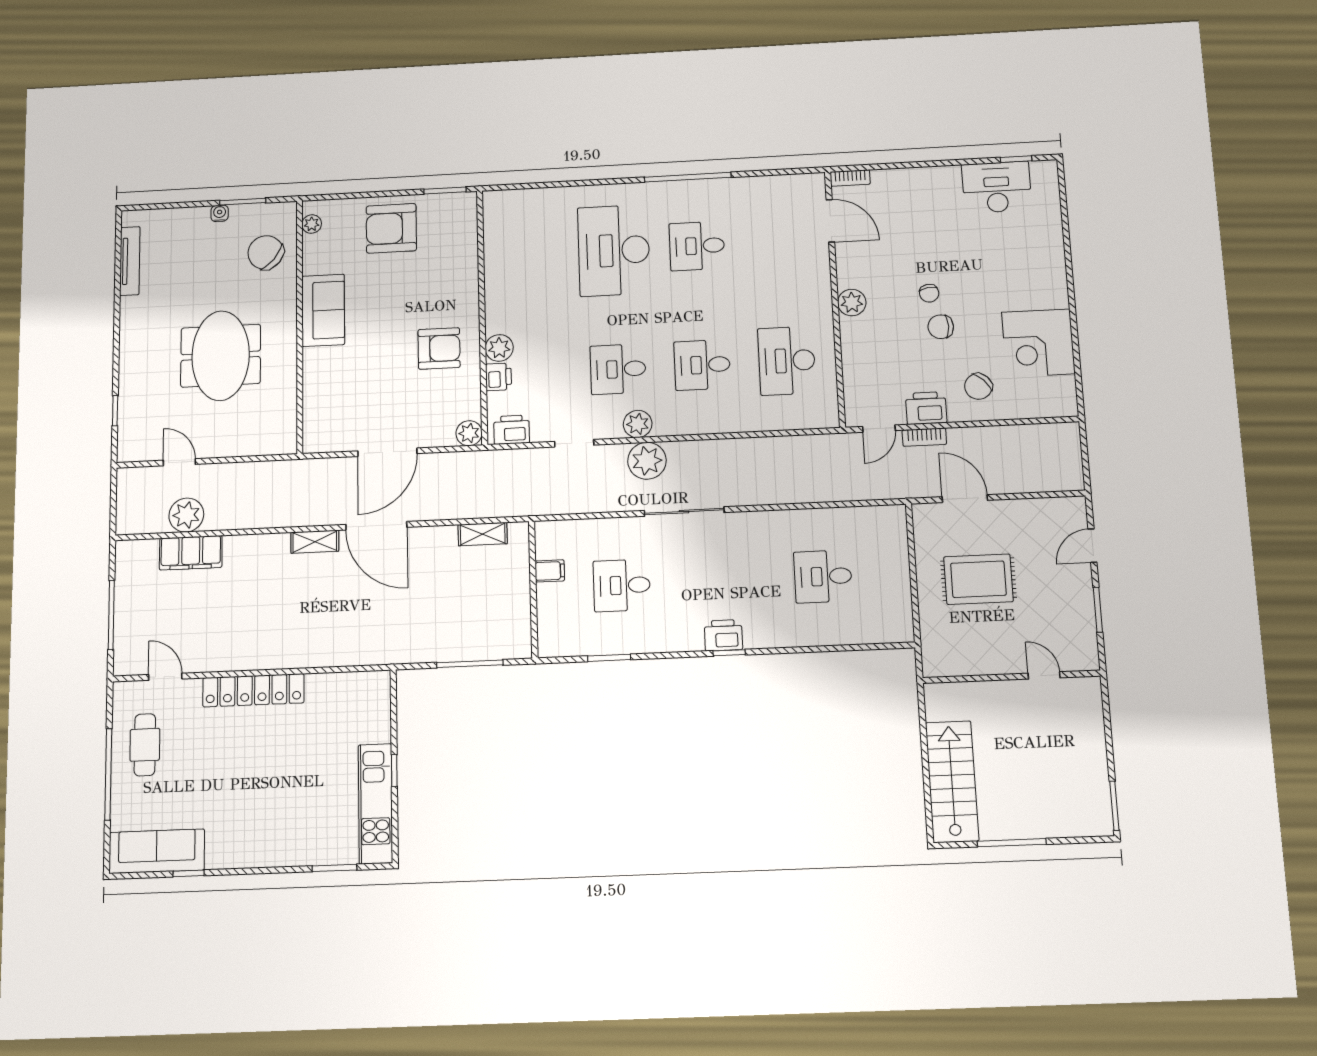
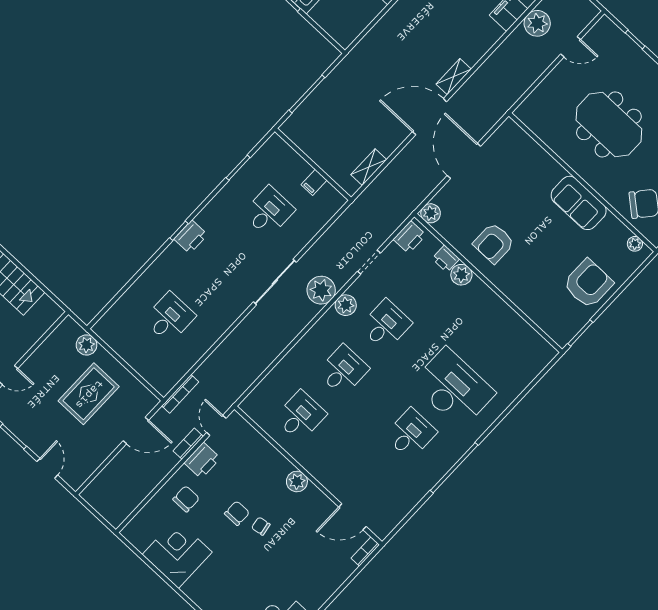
desk: (787, 361) -> (300, 416), width x0.73
chair: (978, 386) -> (186, 499), turned 45
bookcase: (885, 492) -> (180, 394), added
plant: (934, 629) -> (87, 345), added

